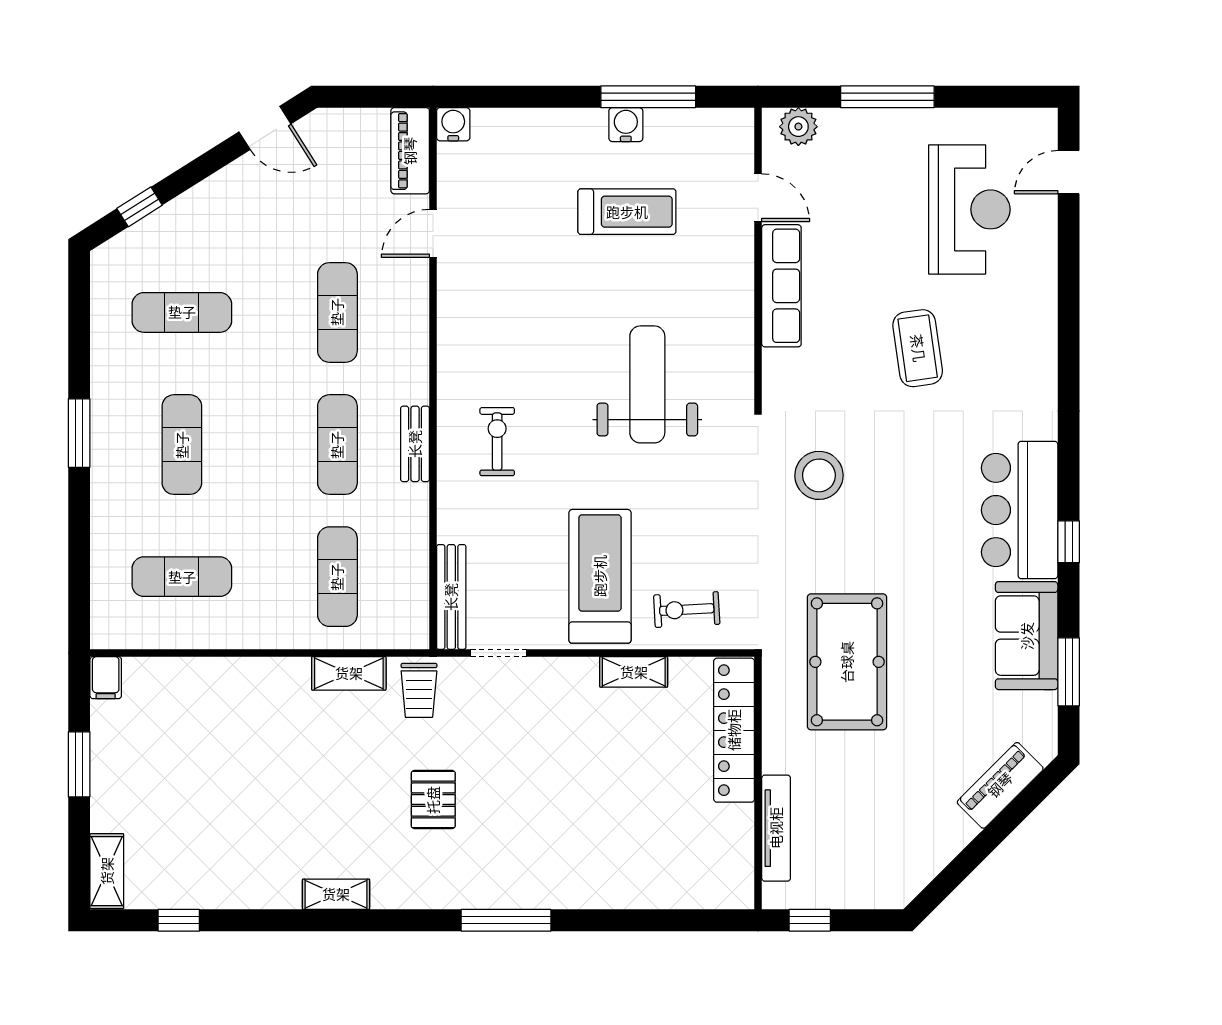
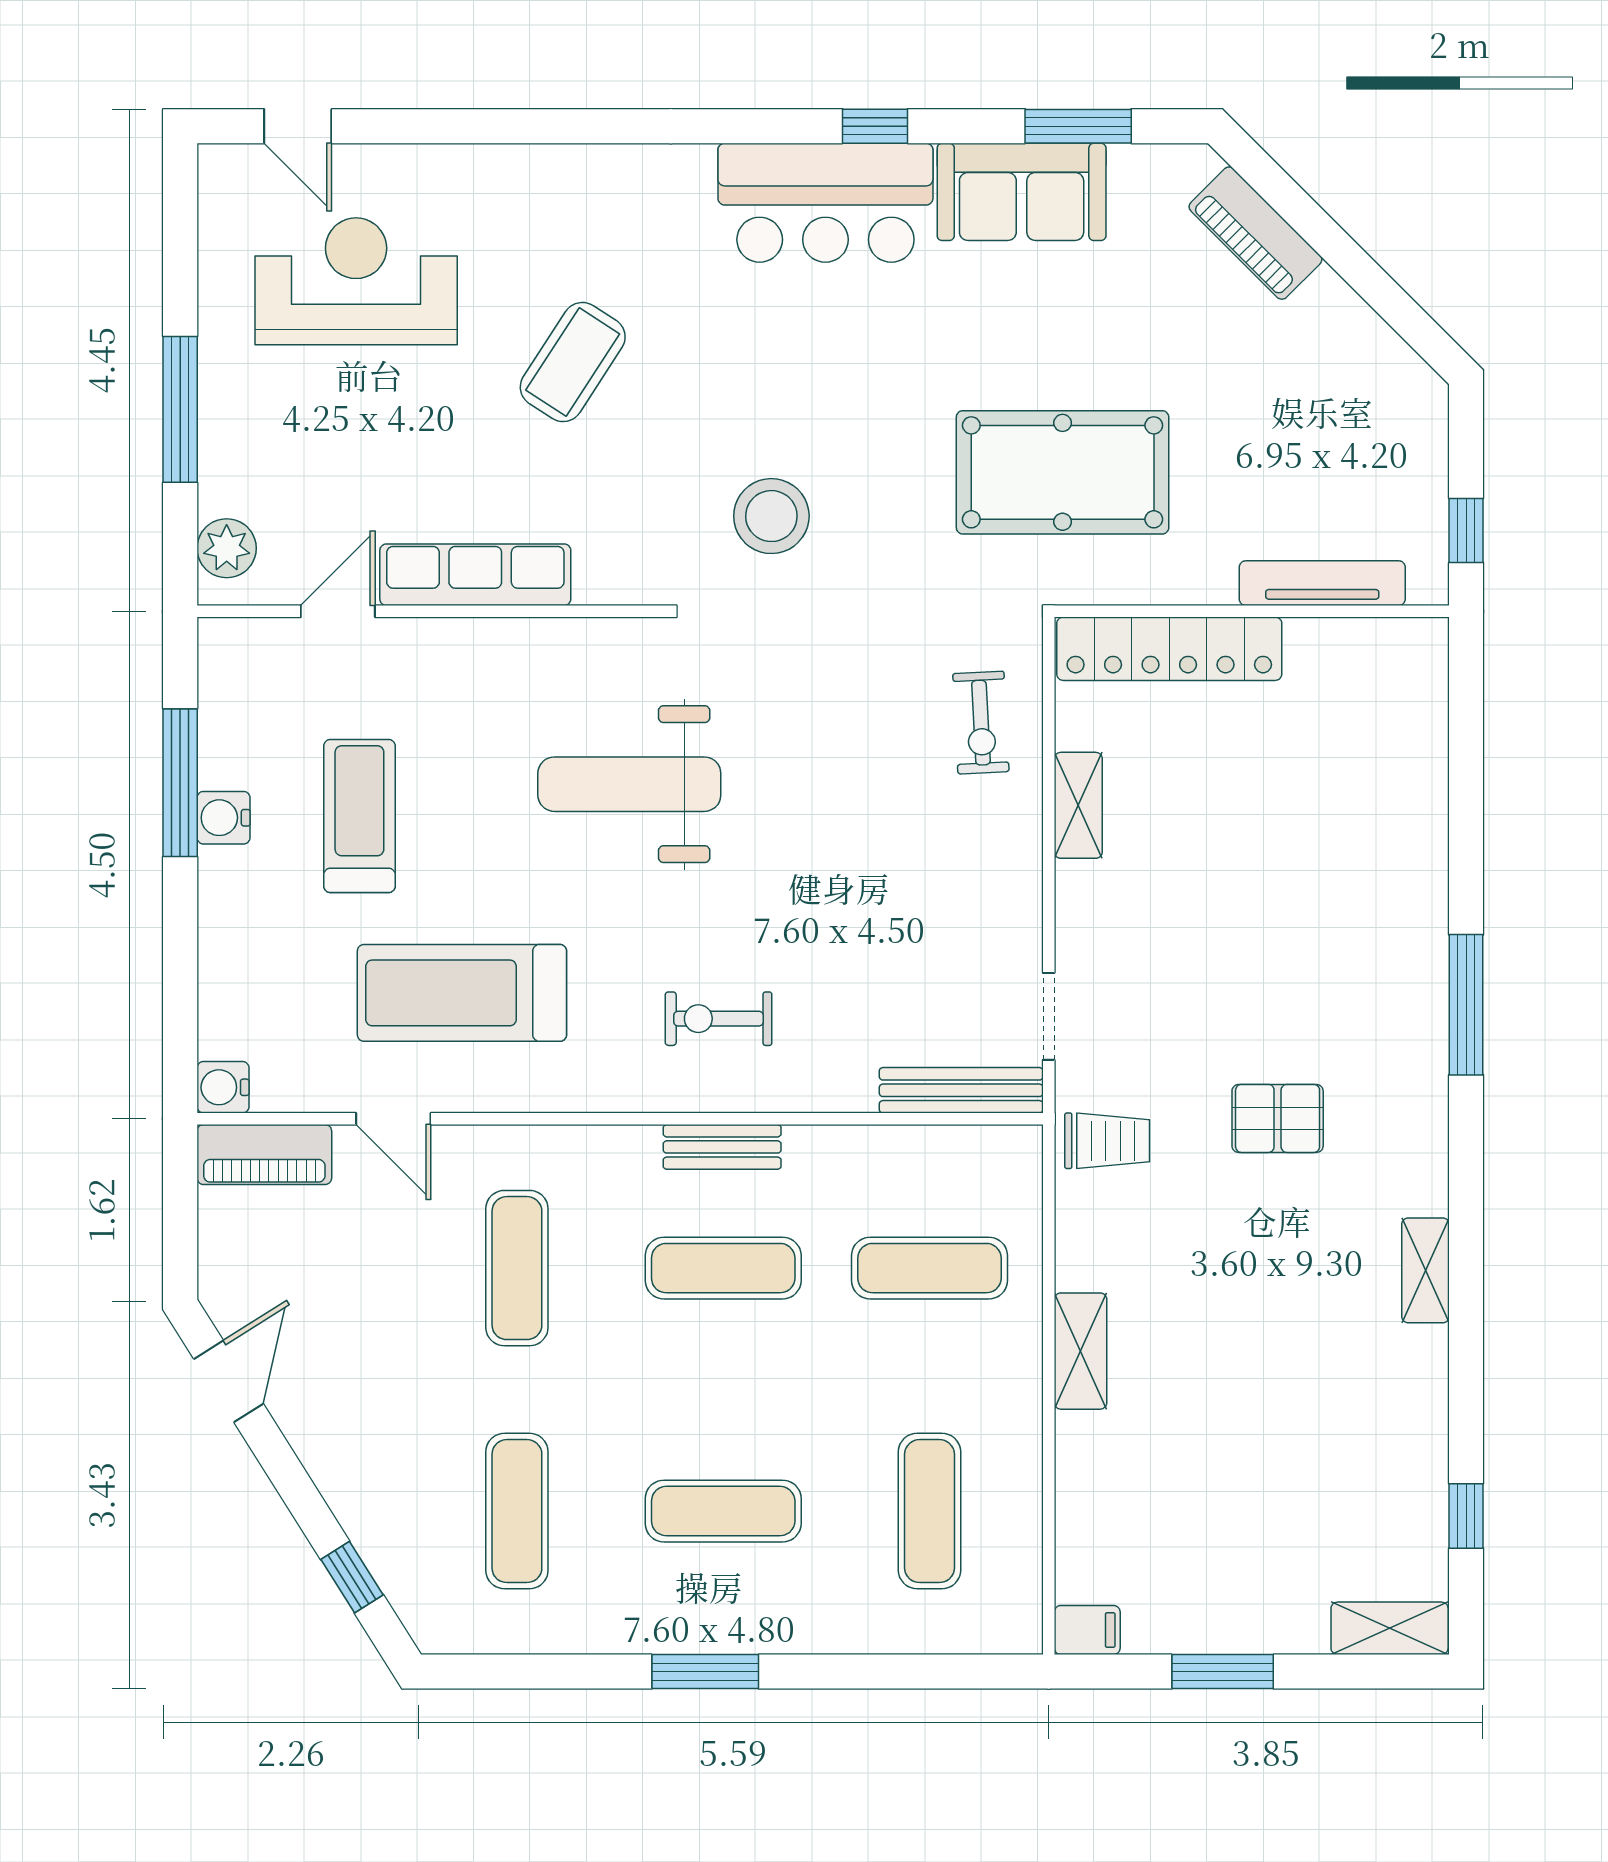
exercise mat: (337, 312) -> (517, 1268), turned 90
coffee table: (918, 348) -> (573, 362), turned -49
treadmill: (600, 576) -> (462, 993), moved
shelving: (349, 673) -> (1081, 1351), moved

